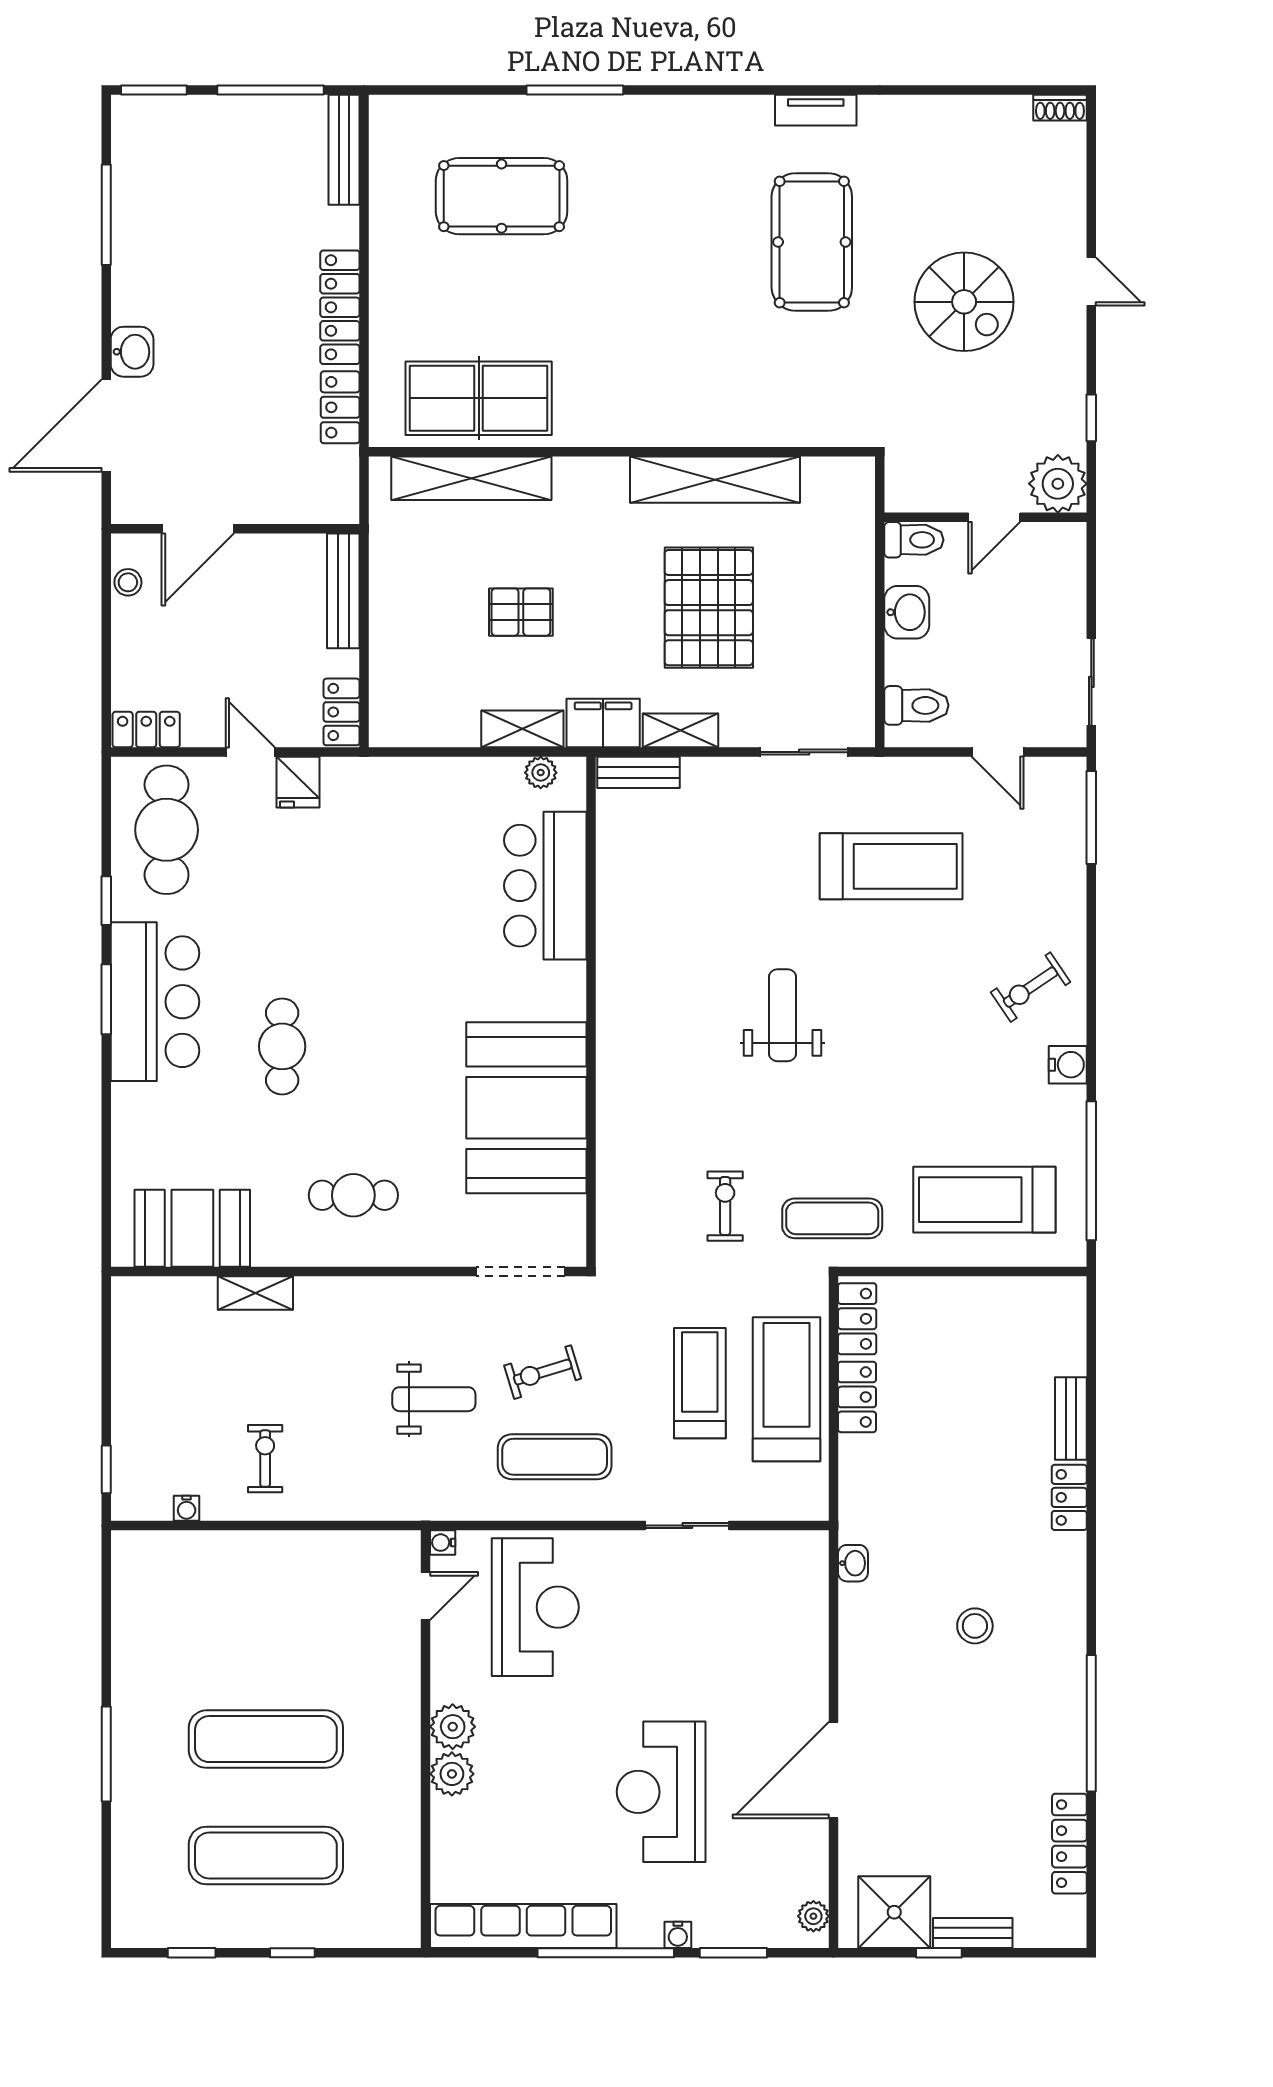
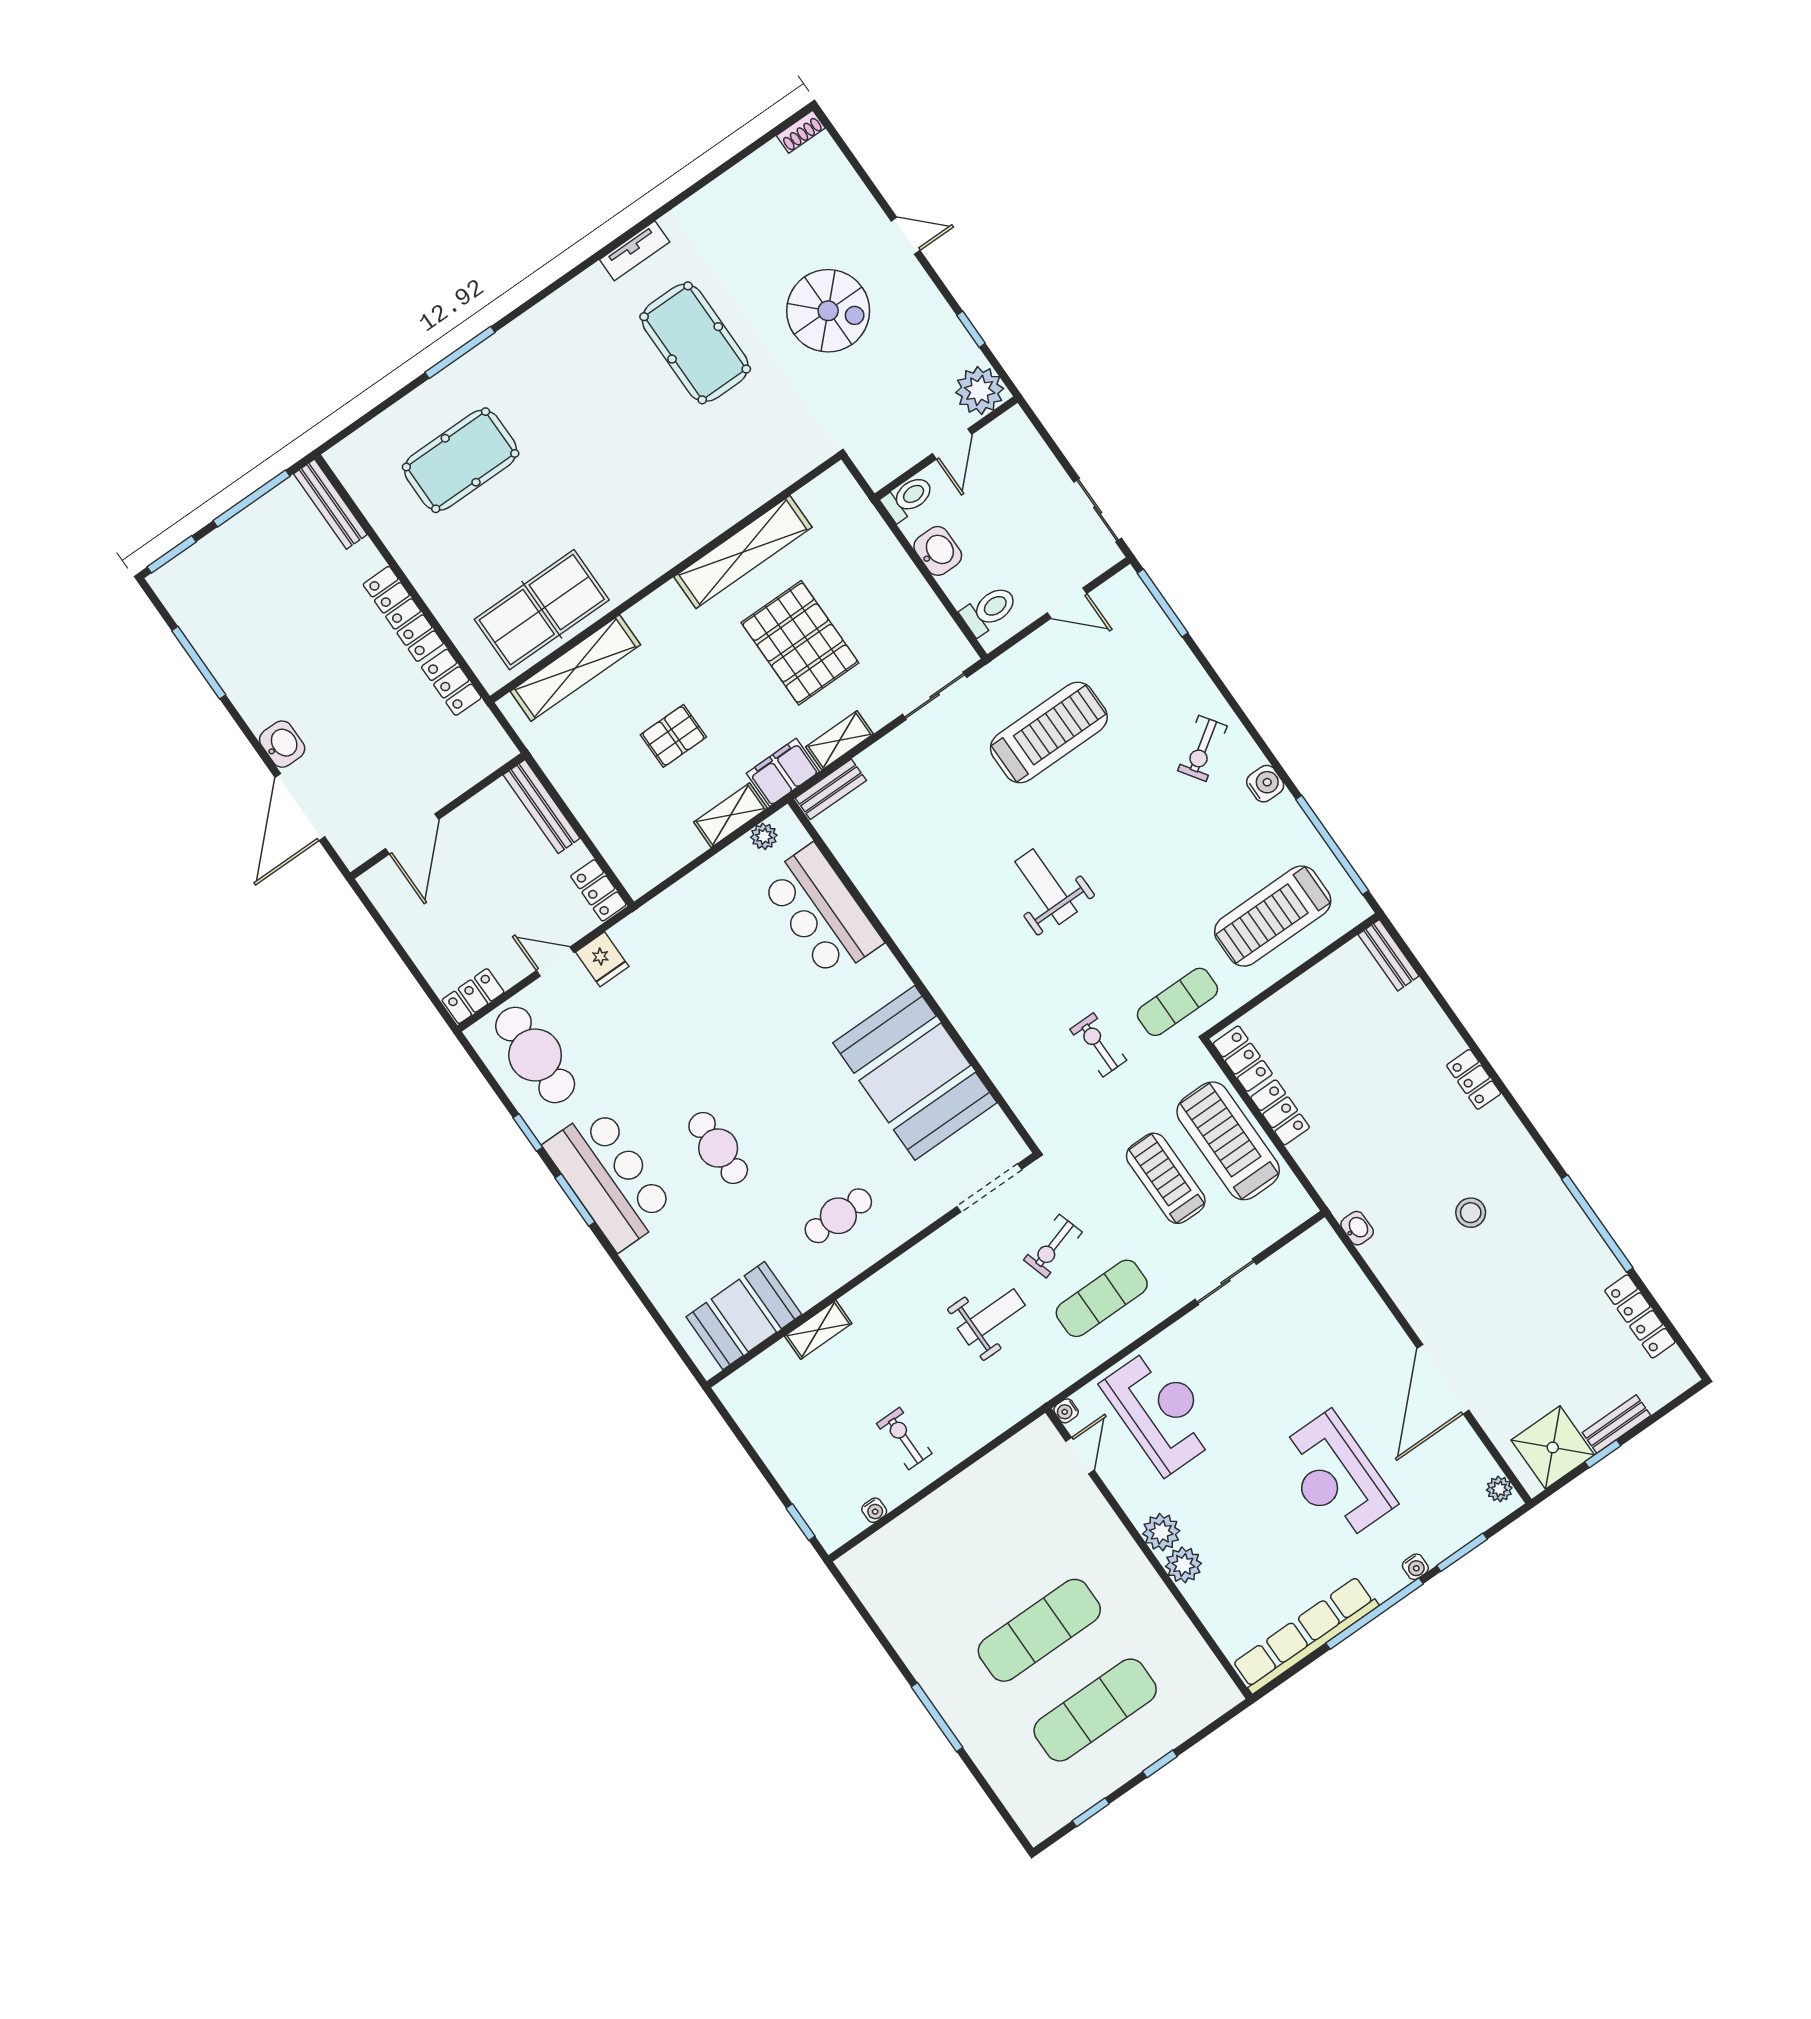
stool: (128, 582) -> (390, 904), removed
bench: (1071, 1418) -> (1389, 955), moved

